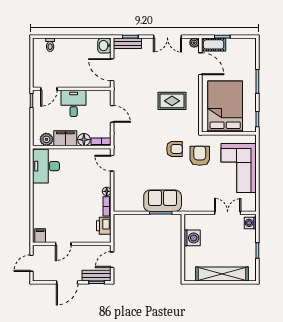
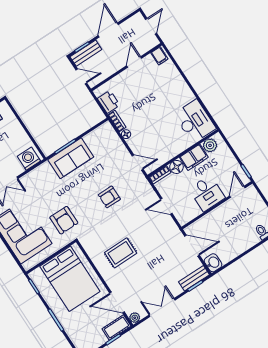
armchair: (174, 149) -> (109, 197), moved
washing machine: (192, 238) -> (29, 159), moved, turned 90
door: (112, 260) -> (81, 76), hinge flipped

